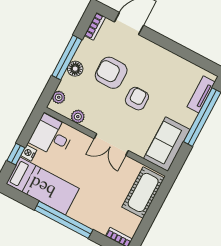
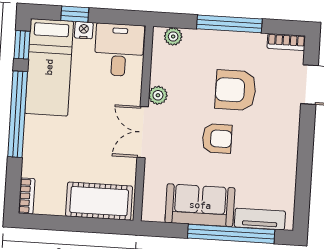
floor lamp: (75, 69) -> (220, 41), removed
armchair: (111, 73) -> (236, 90), turned -90
plant: (78, 117) -> (158, 95), moved
sofa: (167, 144) -> (200, 205), moved
window: (20, 197) -> (22, 45), added

